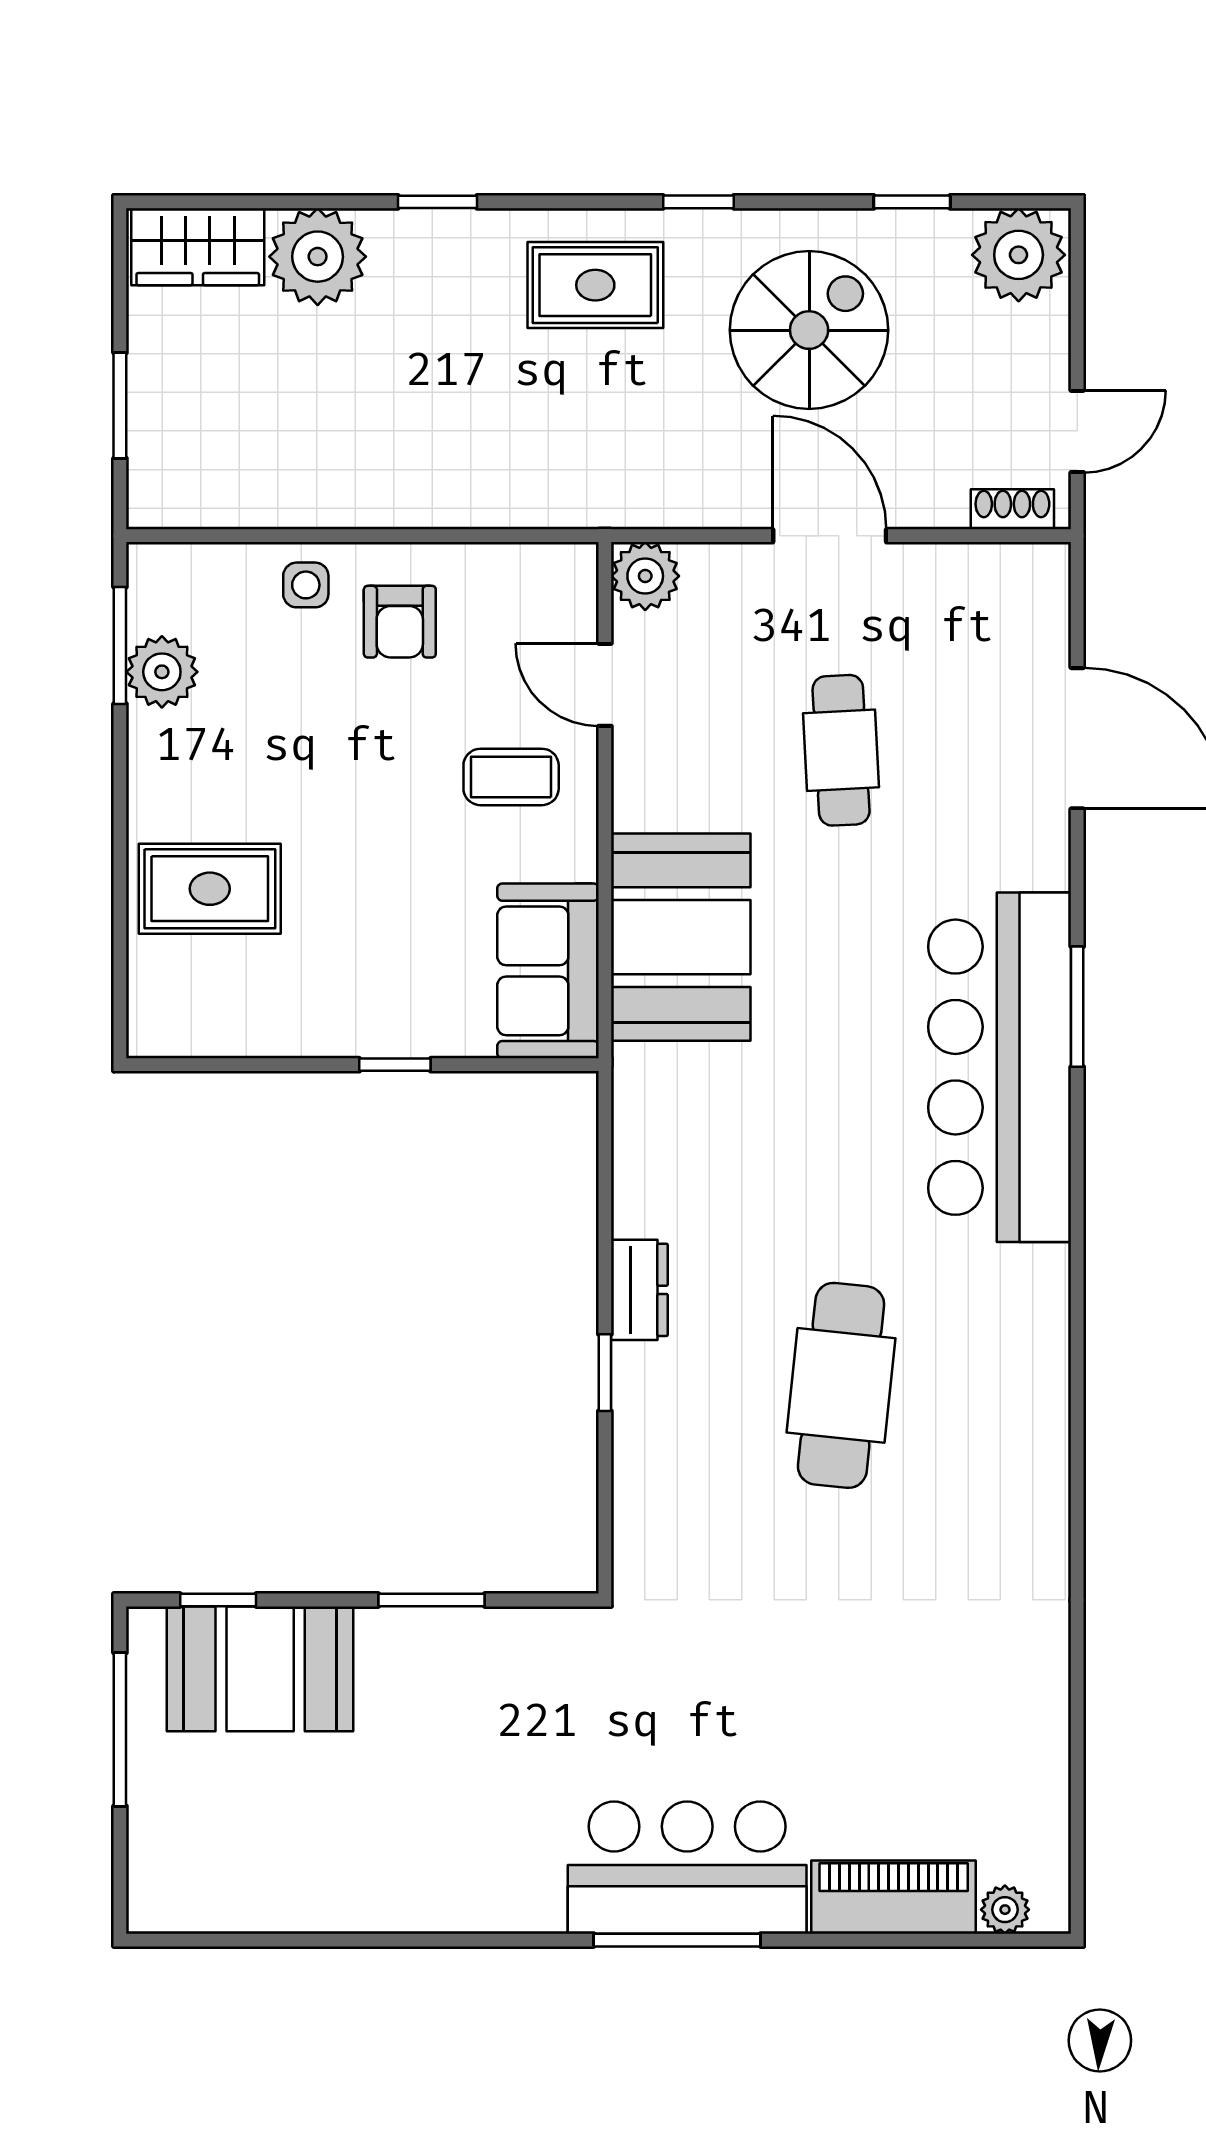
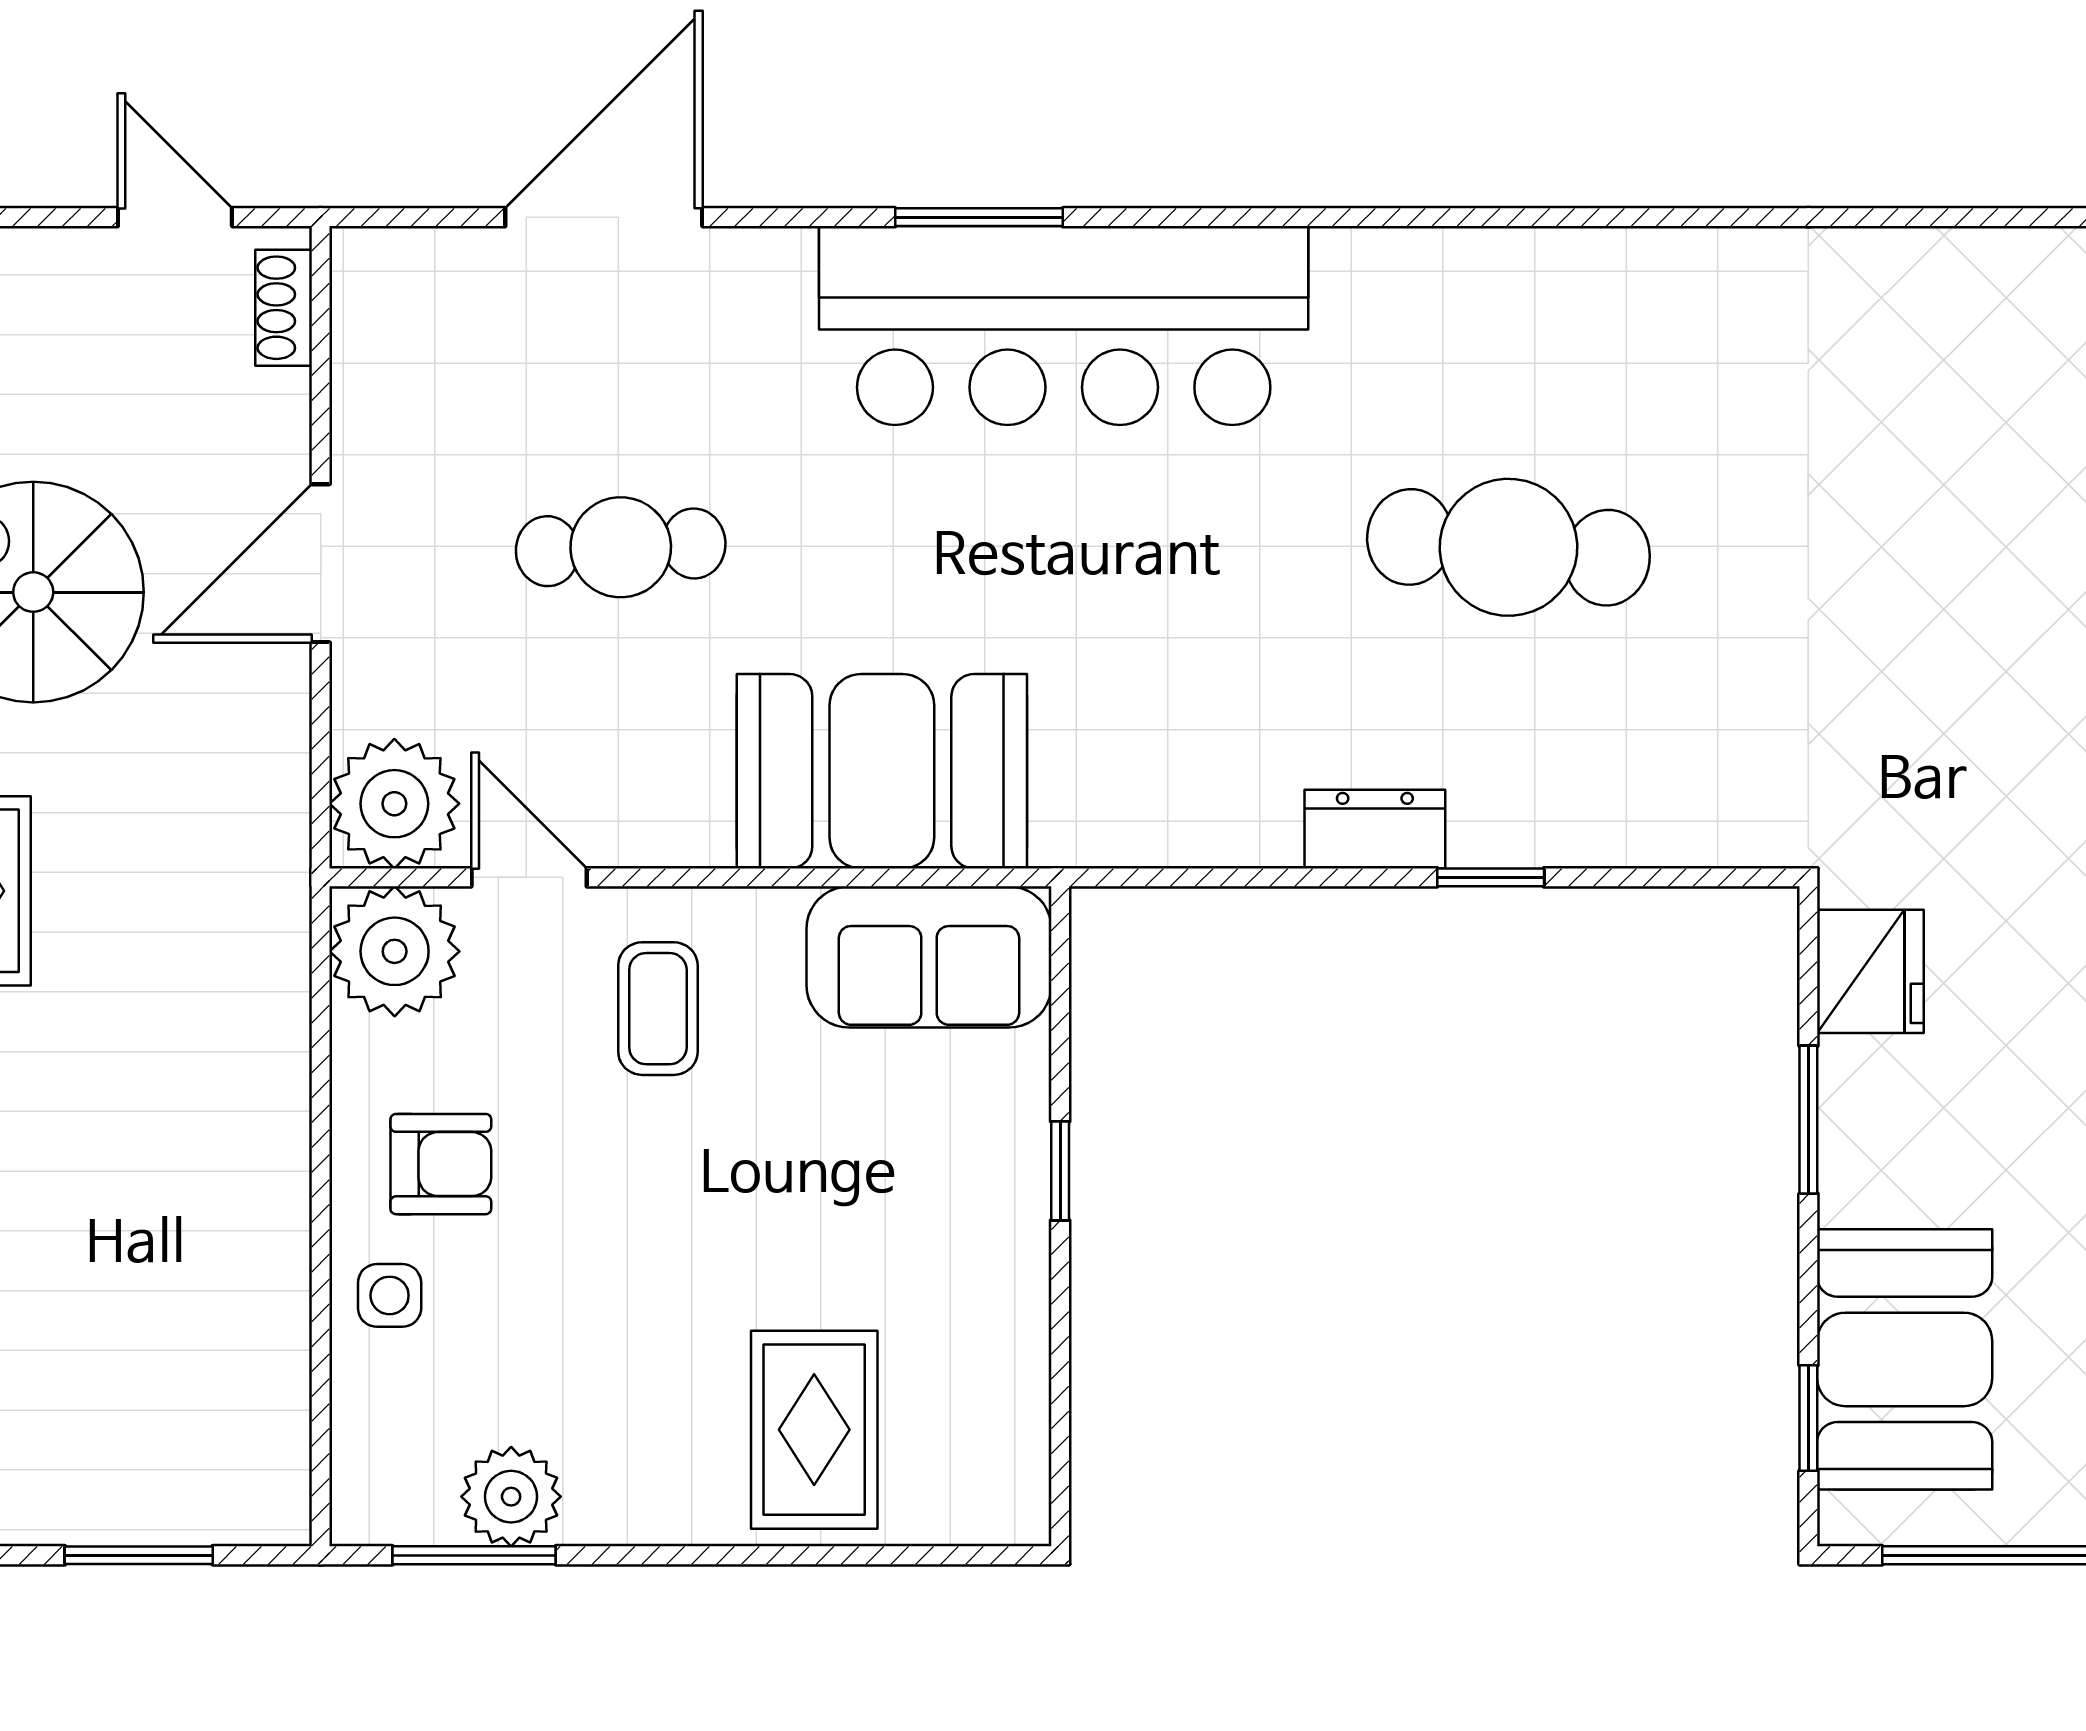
plant: (645, 576) -> (394, 804), width x1.36, depth x1.36
plant: (552, 589) -> (395, 951), added
door: (605, 685) -> (529, 877), swing flipped
fridge: (538, 1644) -> (1870, 971), added

